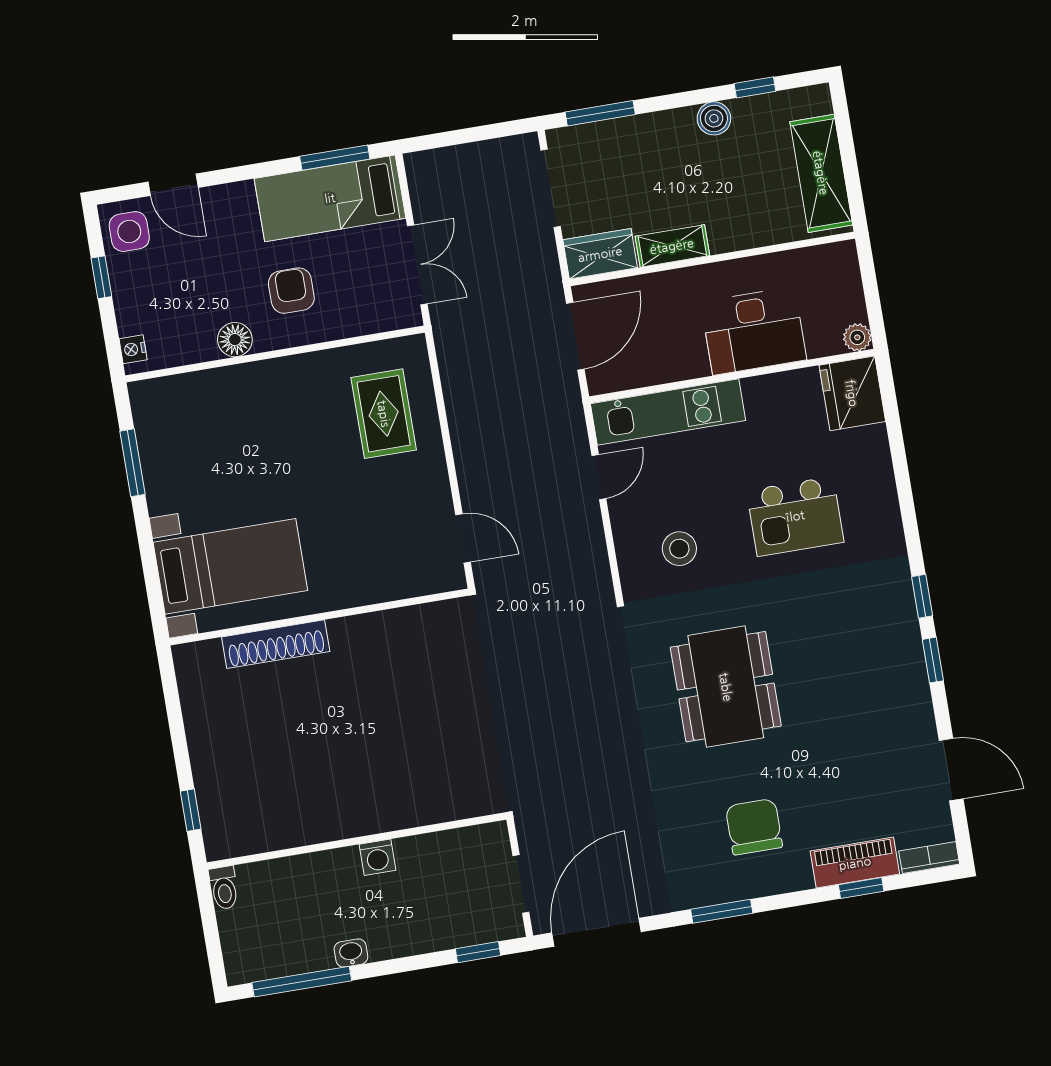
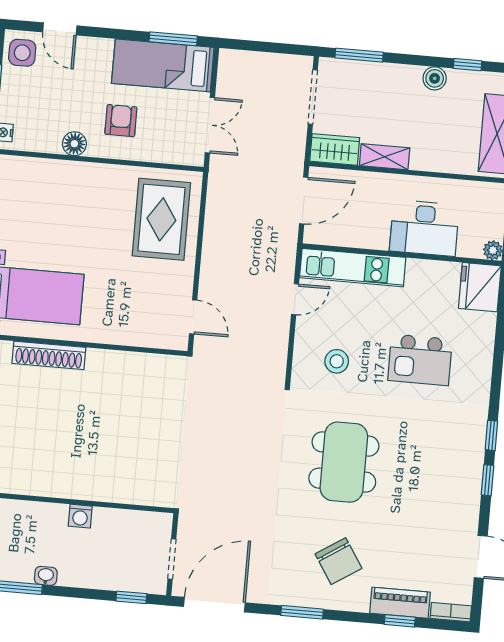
rug: (384, 414) -> (161, 219), width x1.36, depth x1.43
chair: (754, 827) -> (338, 561), turned 147

